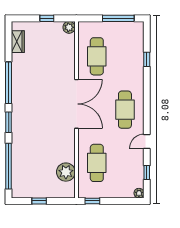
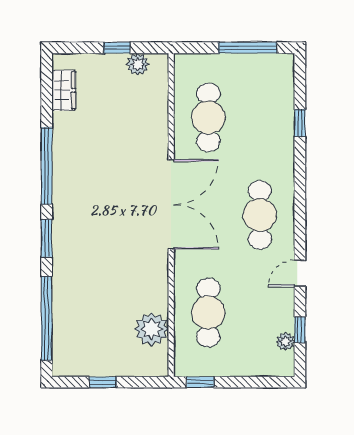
plant: (69, 27) -> (138, 64), moved
plant: (139, 193) -> (286, 341), moved

